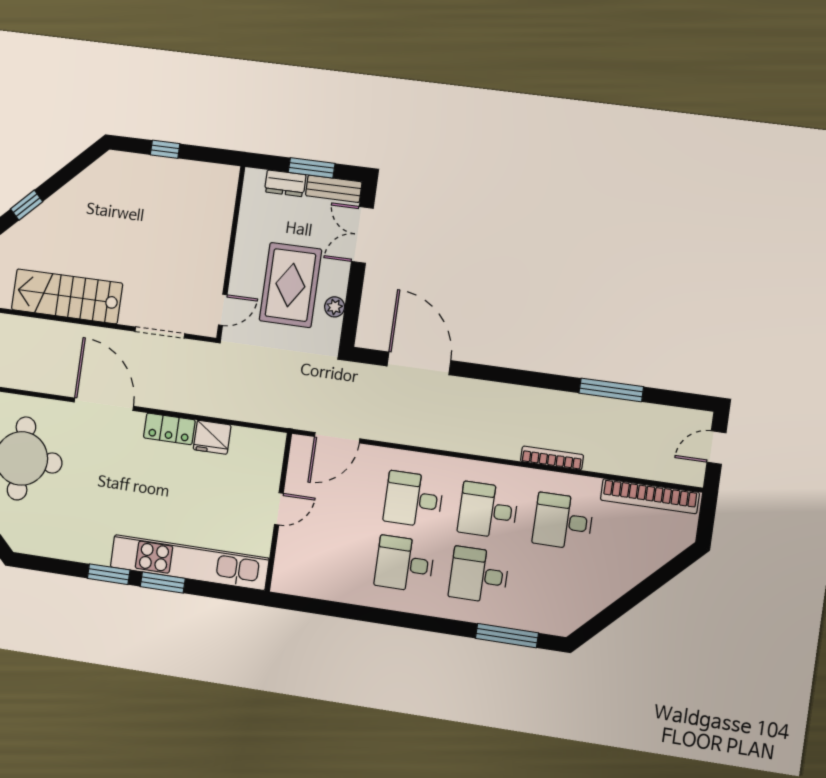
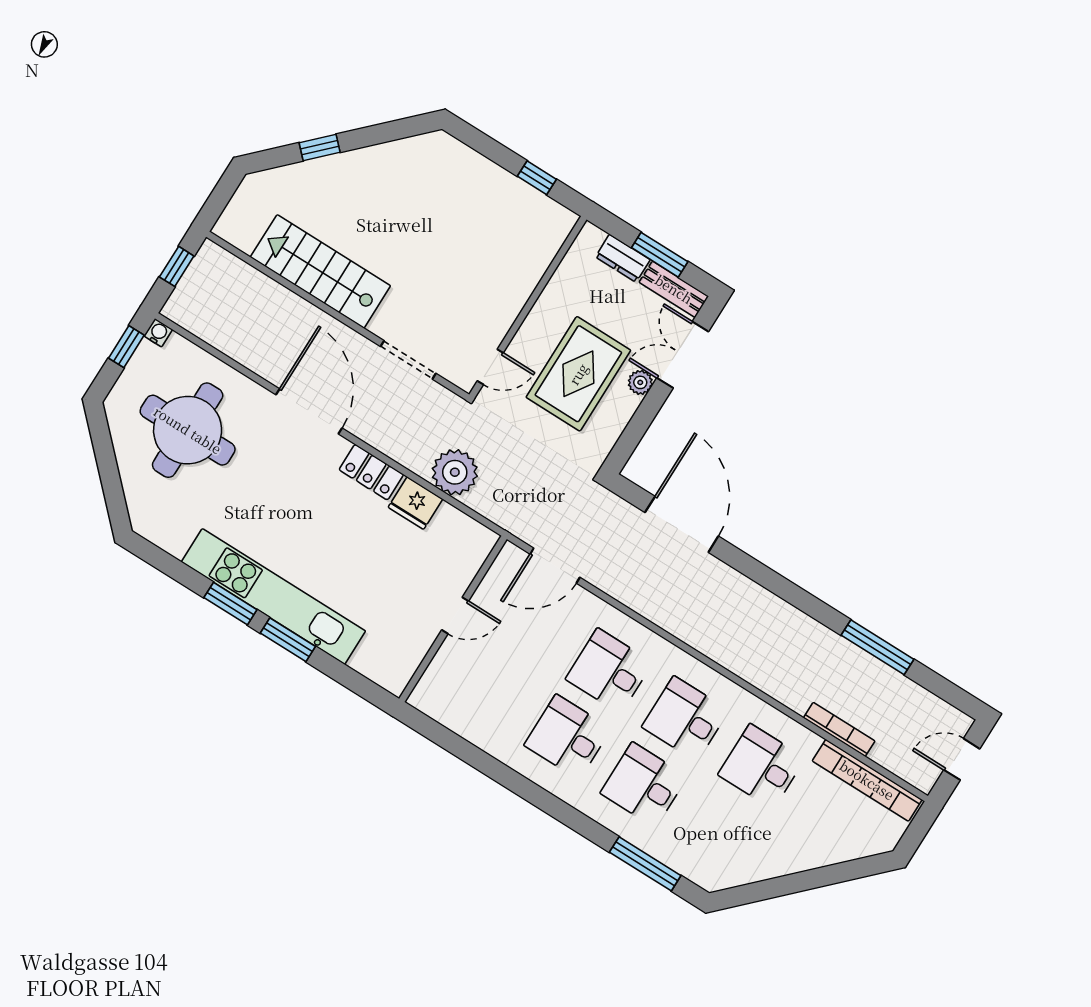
window: (165, 149) -> (537, 178), moved
plant: (335, 307) -> (640, 382), moved
plant: (231, 401) -> (455, 472), added
bookcase: (552, 458) -> (839, 729), moved
kitchen unit: (189, 563) -> (273, 596), moved

